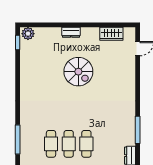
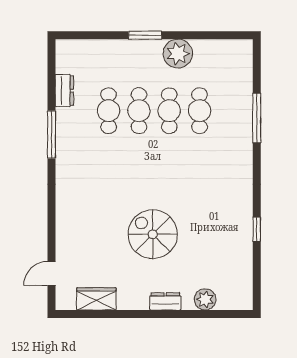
plant: (28, 34) -> (205, 299), moved
window: (18, 43) -> (257, 229), moved
cafe table: (104, 144) -> (109, 111), added

